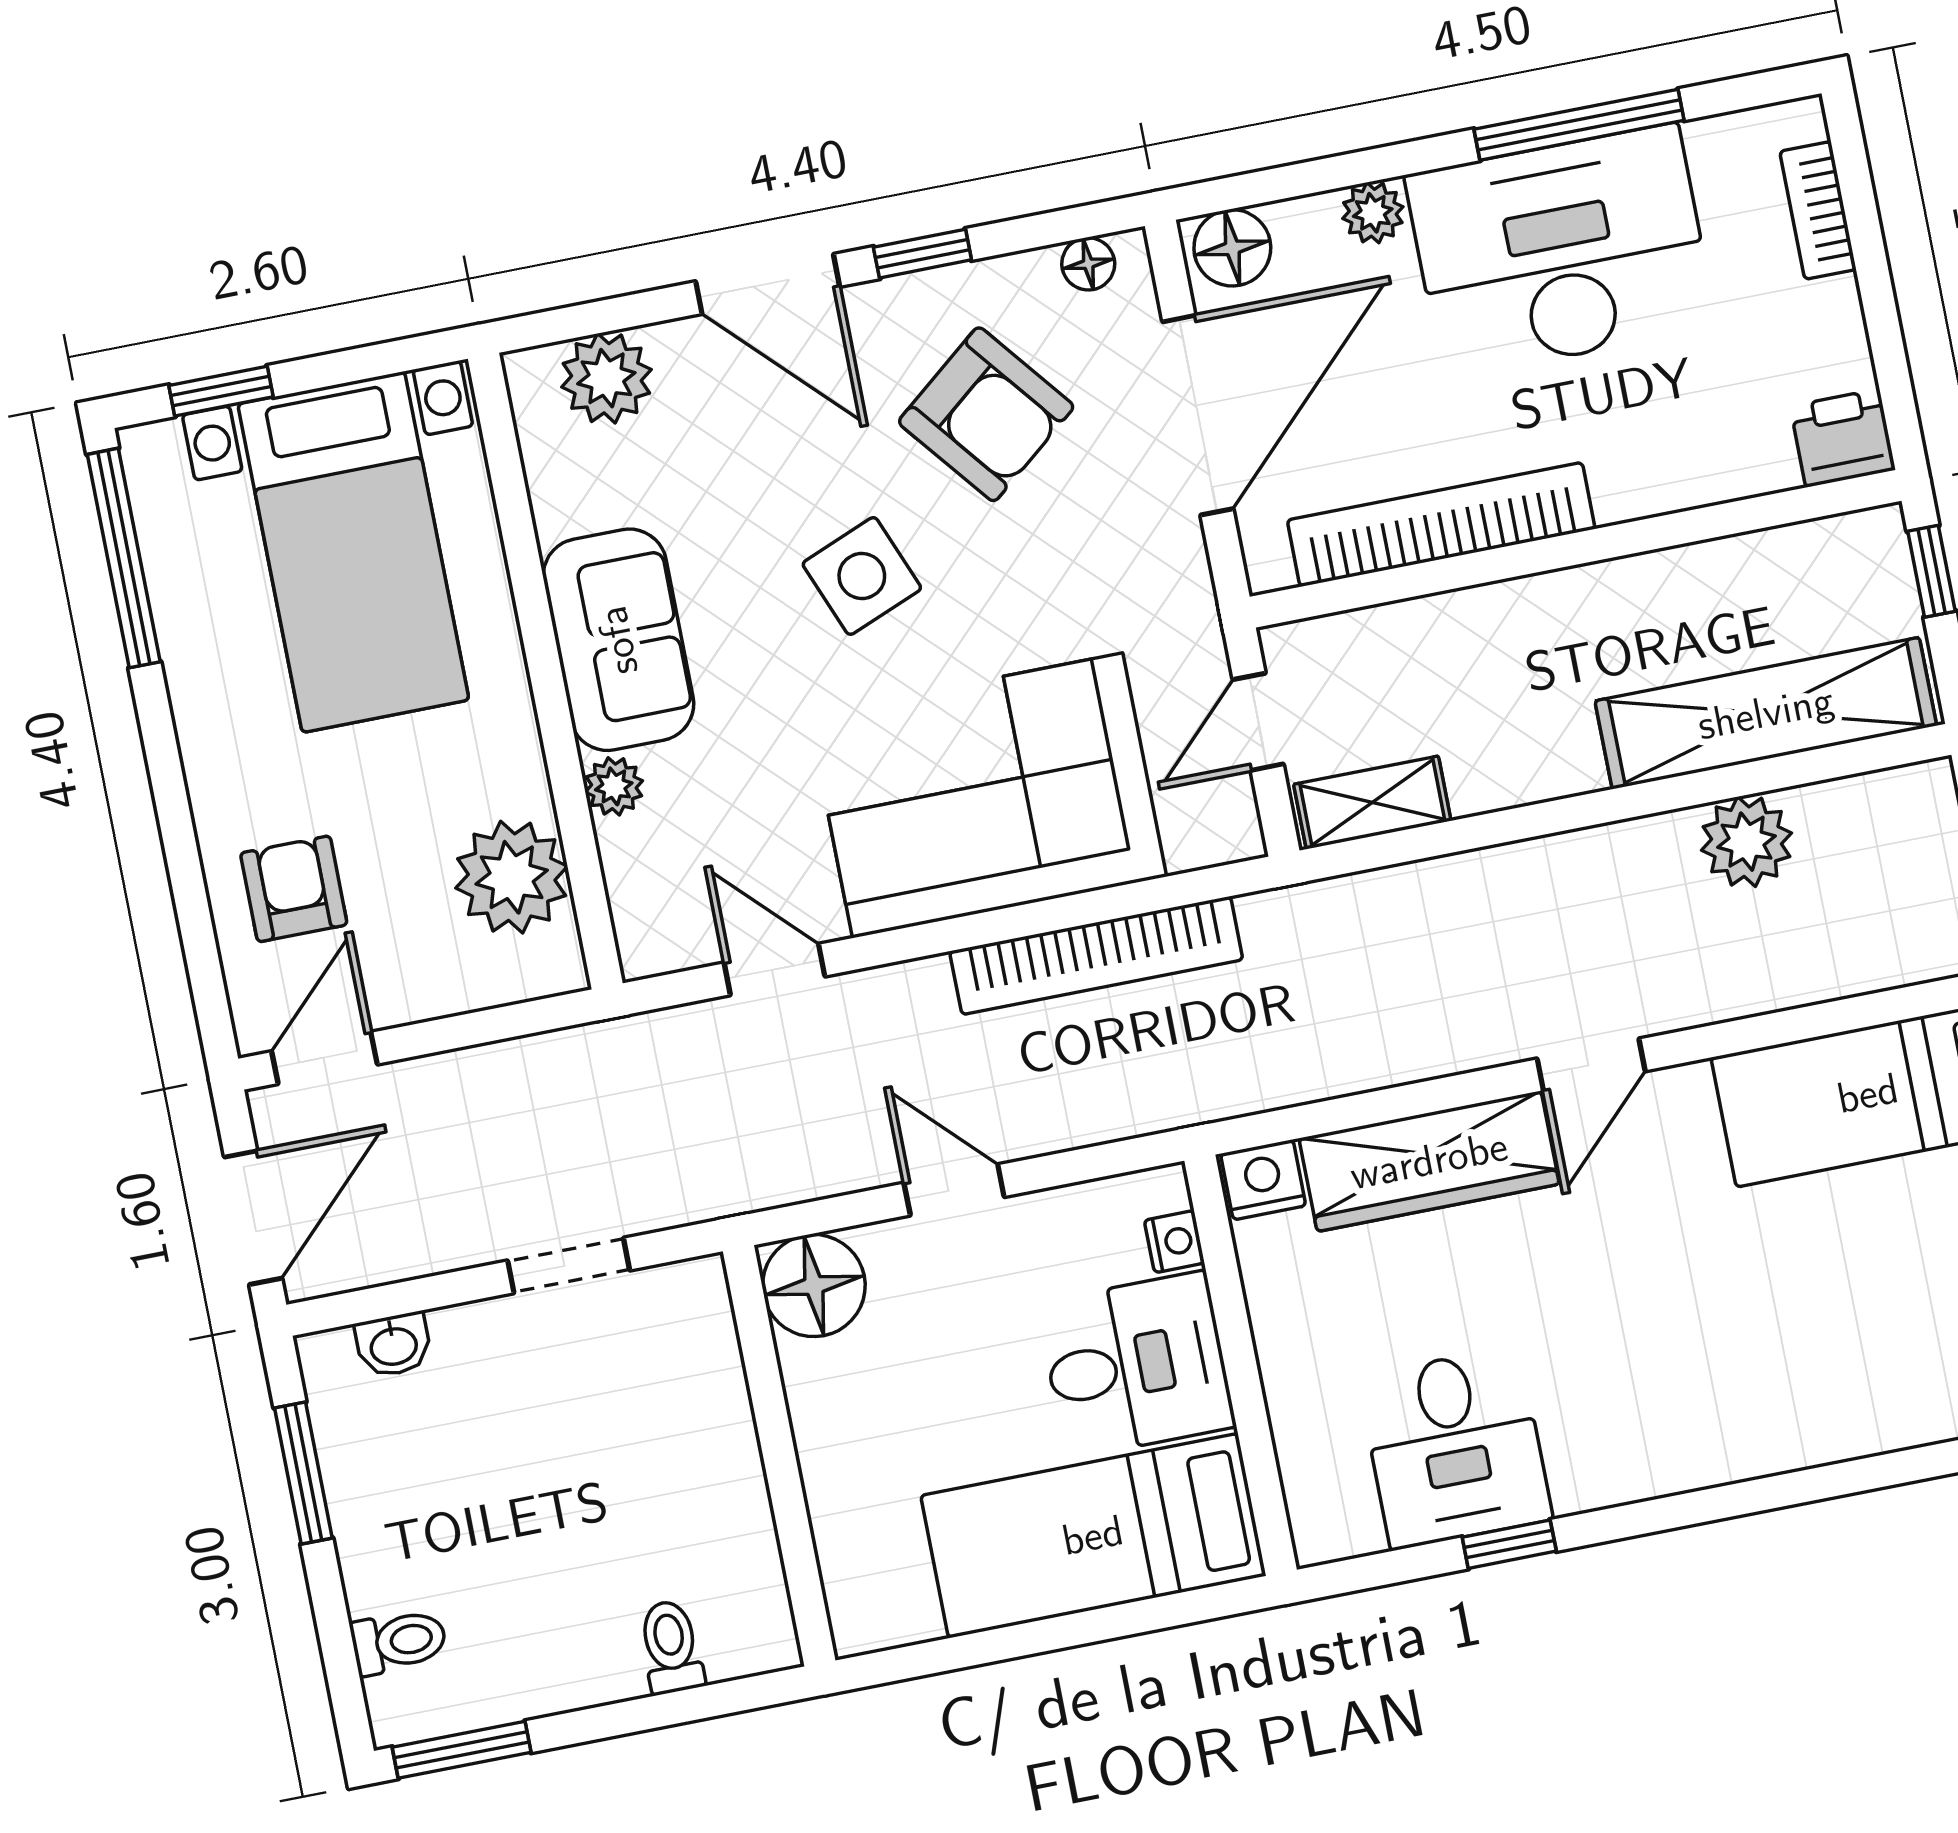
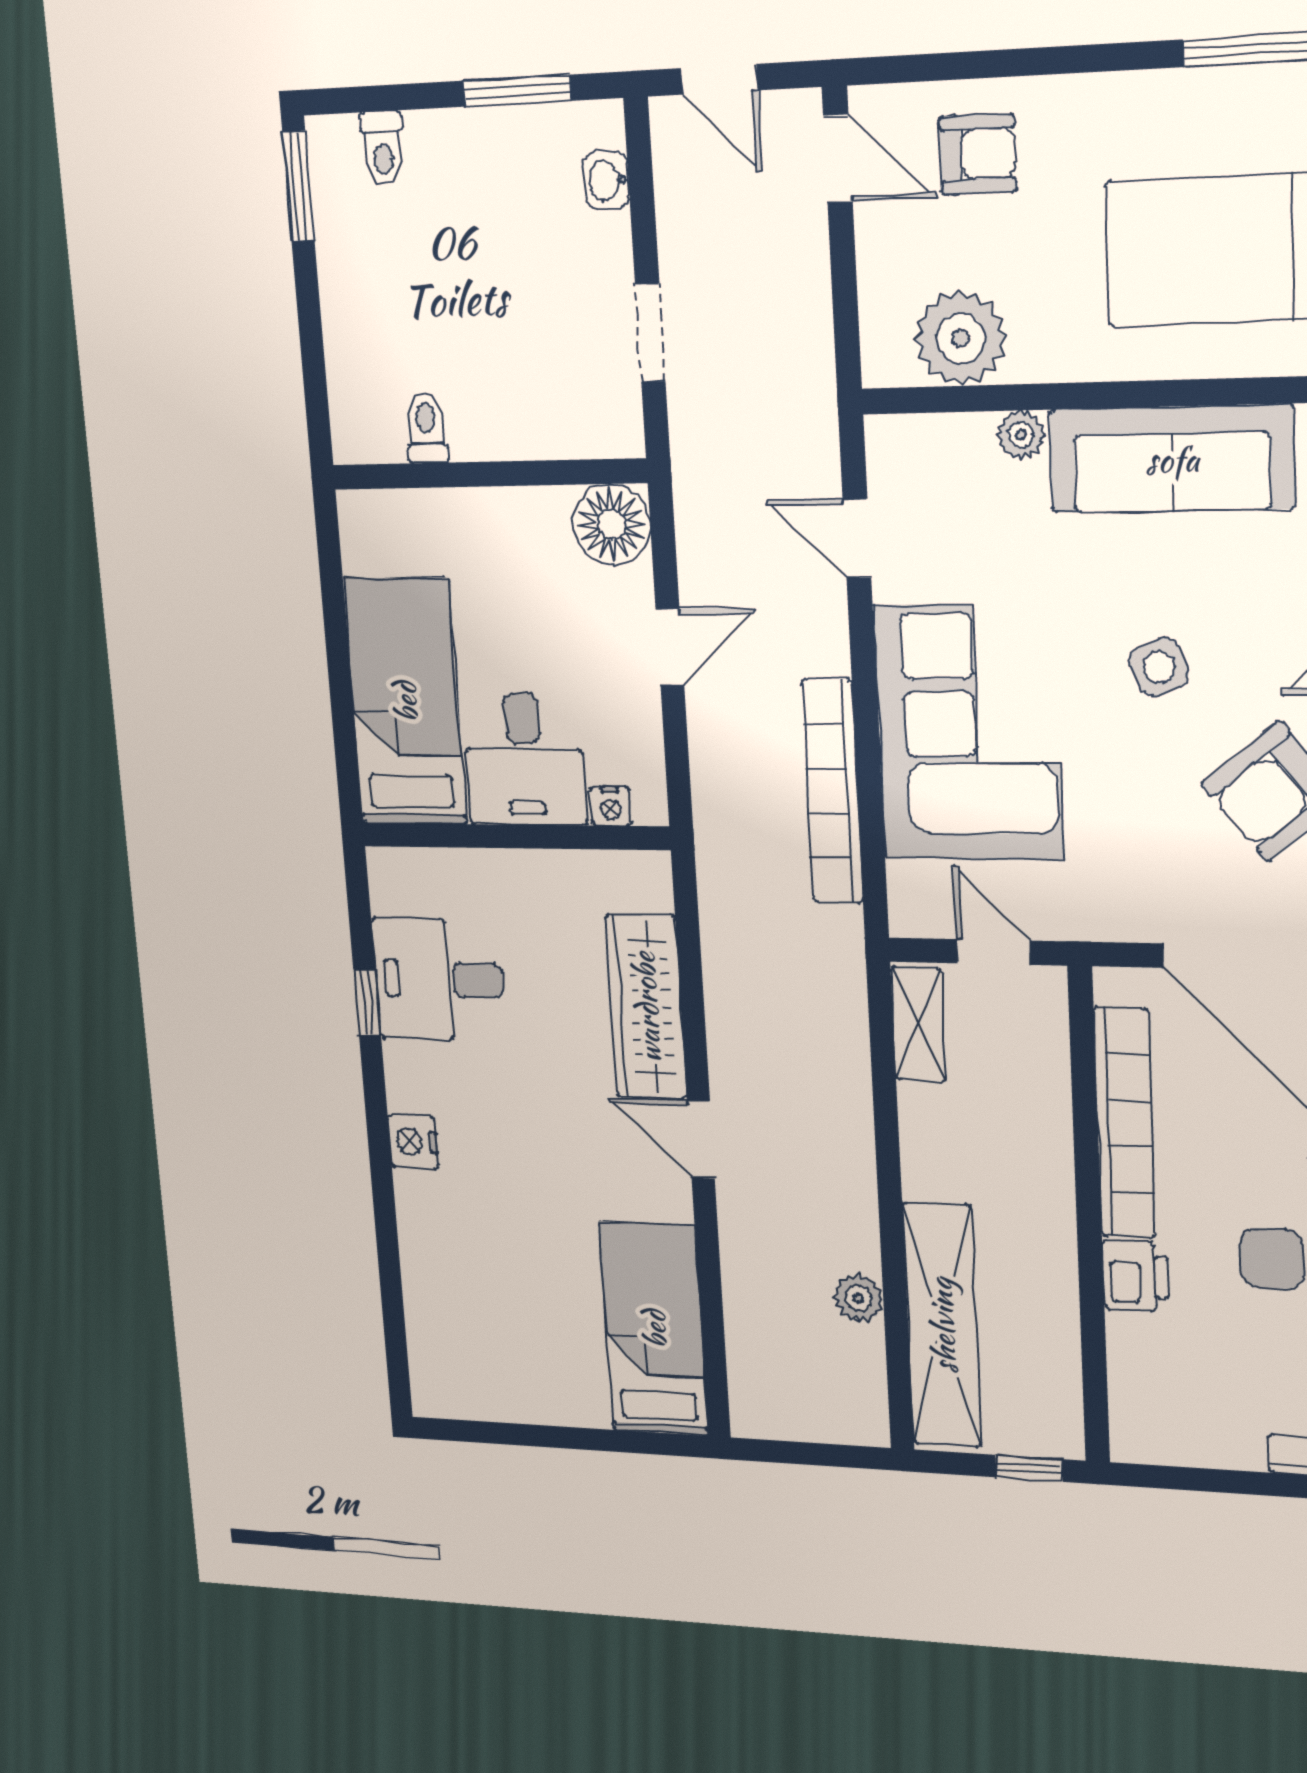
printer: (1843, 438) -> (1136, 1276), moved
side table: (862, 576) -> (1159, 667), width x0.73, depth x0.73
sofa: (618, 640) -> (1172, 459), width x1.36
plant: (1746, 842) -> (858, 1298), width x0.73, depth x0.73
door: (775, 970) -> (857, 539), swing flipped
nightstand: (1263, 1180) -> (413, 1142), moved, turned 180
door: (253, 1218) -> (719, 79), width x0.73
toilet: (671, 1647) -> (426, 428), moved, turned -90

